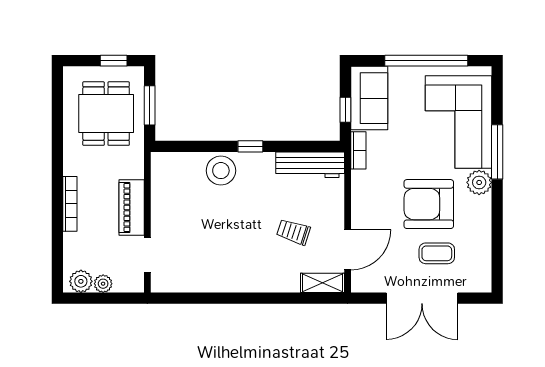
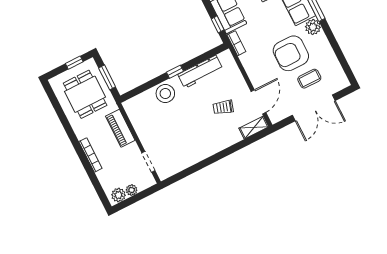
workbench: (310, 165) -> (200, 72), moved
piano: (132, 208) -> (120, 128), moved

